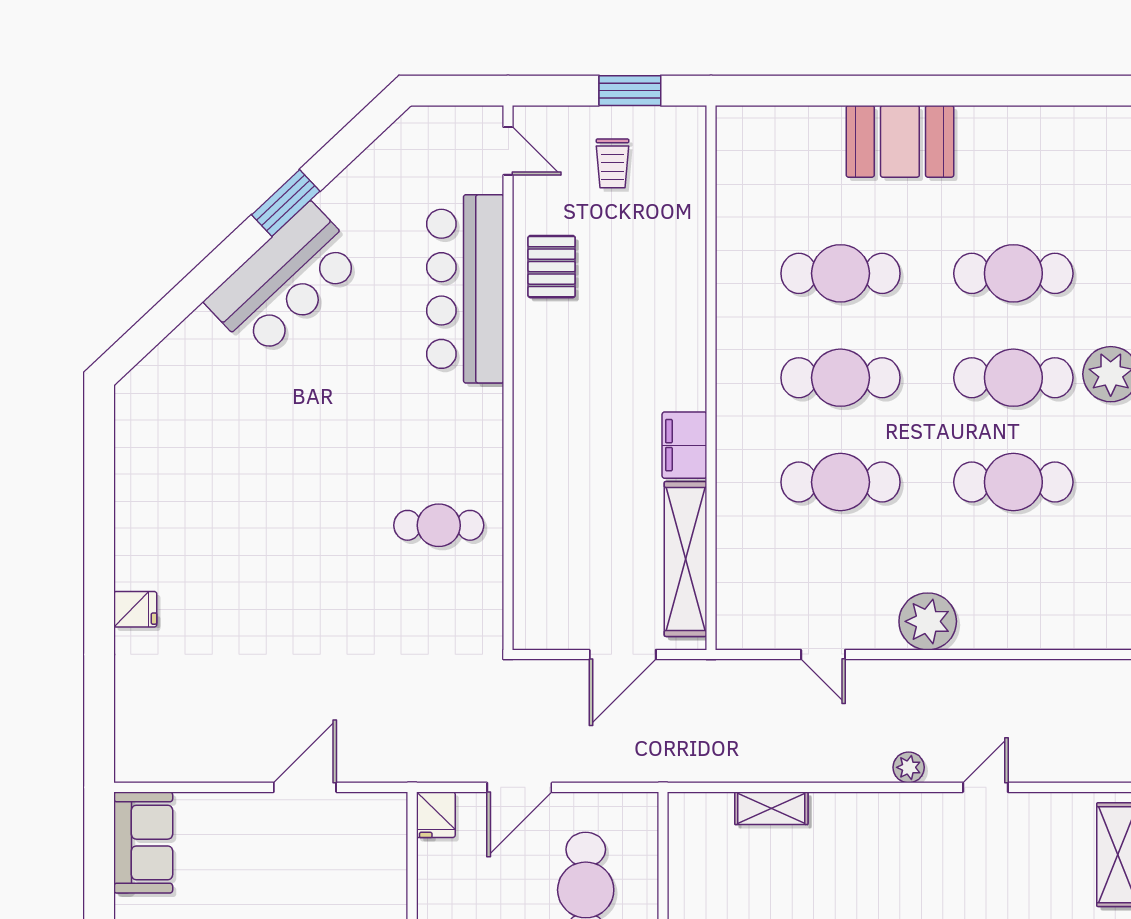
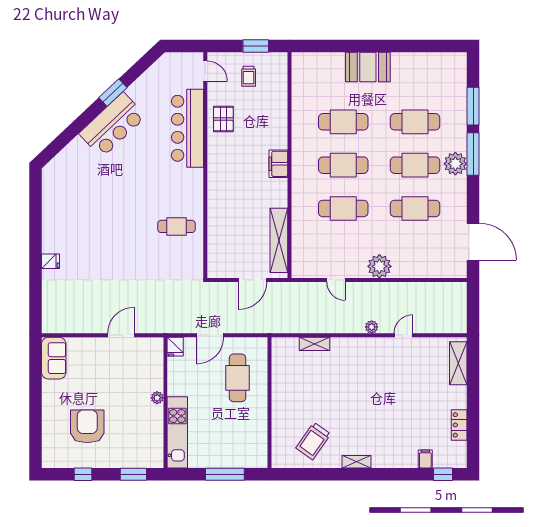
filing cabinet: (684, 445) -> (278, 164), moved

